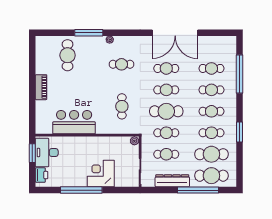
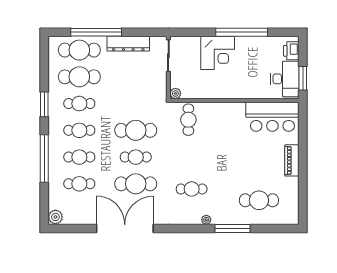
plant: (231, 42) -> (55, 217), added
cafe table: (68, 55) -> (259, 200), turned 90
cafe table: (166, 68) -> (136, 184), width x1.37, depth x1.35
window: (240, 74) -> (44, 159), moved
cafe table: (122, 106) -> (188, 120), moved
bar counter: (74, 122) -> (272, 117), moved
cafe table: (166, 133) -> (136, 104), removed
cafe table: (166, 154) -> (136, 77), removed

